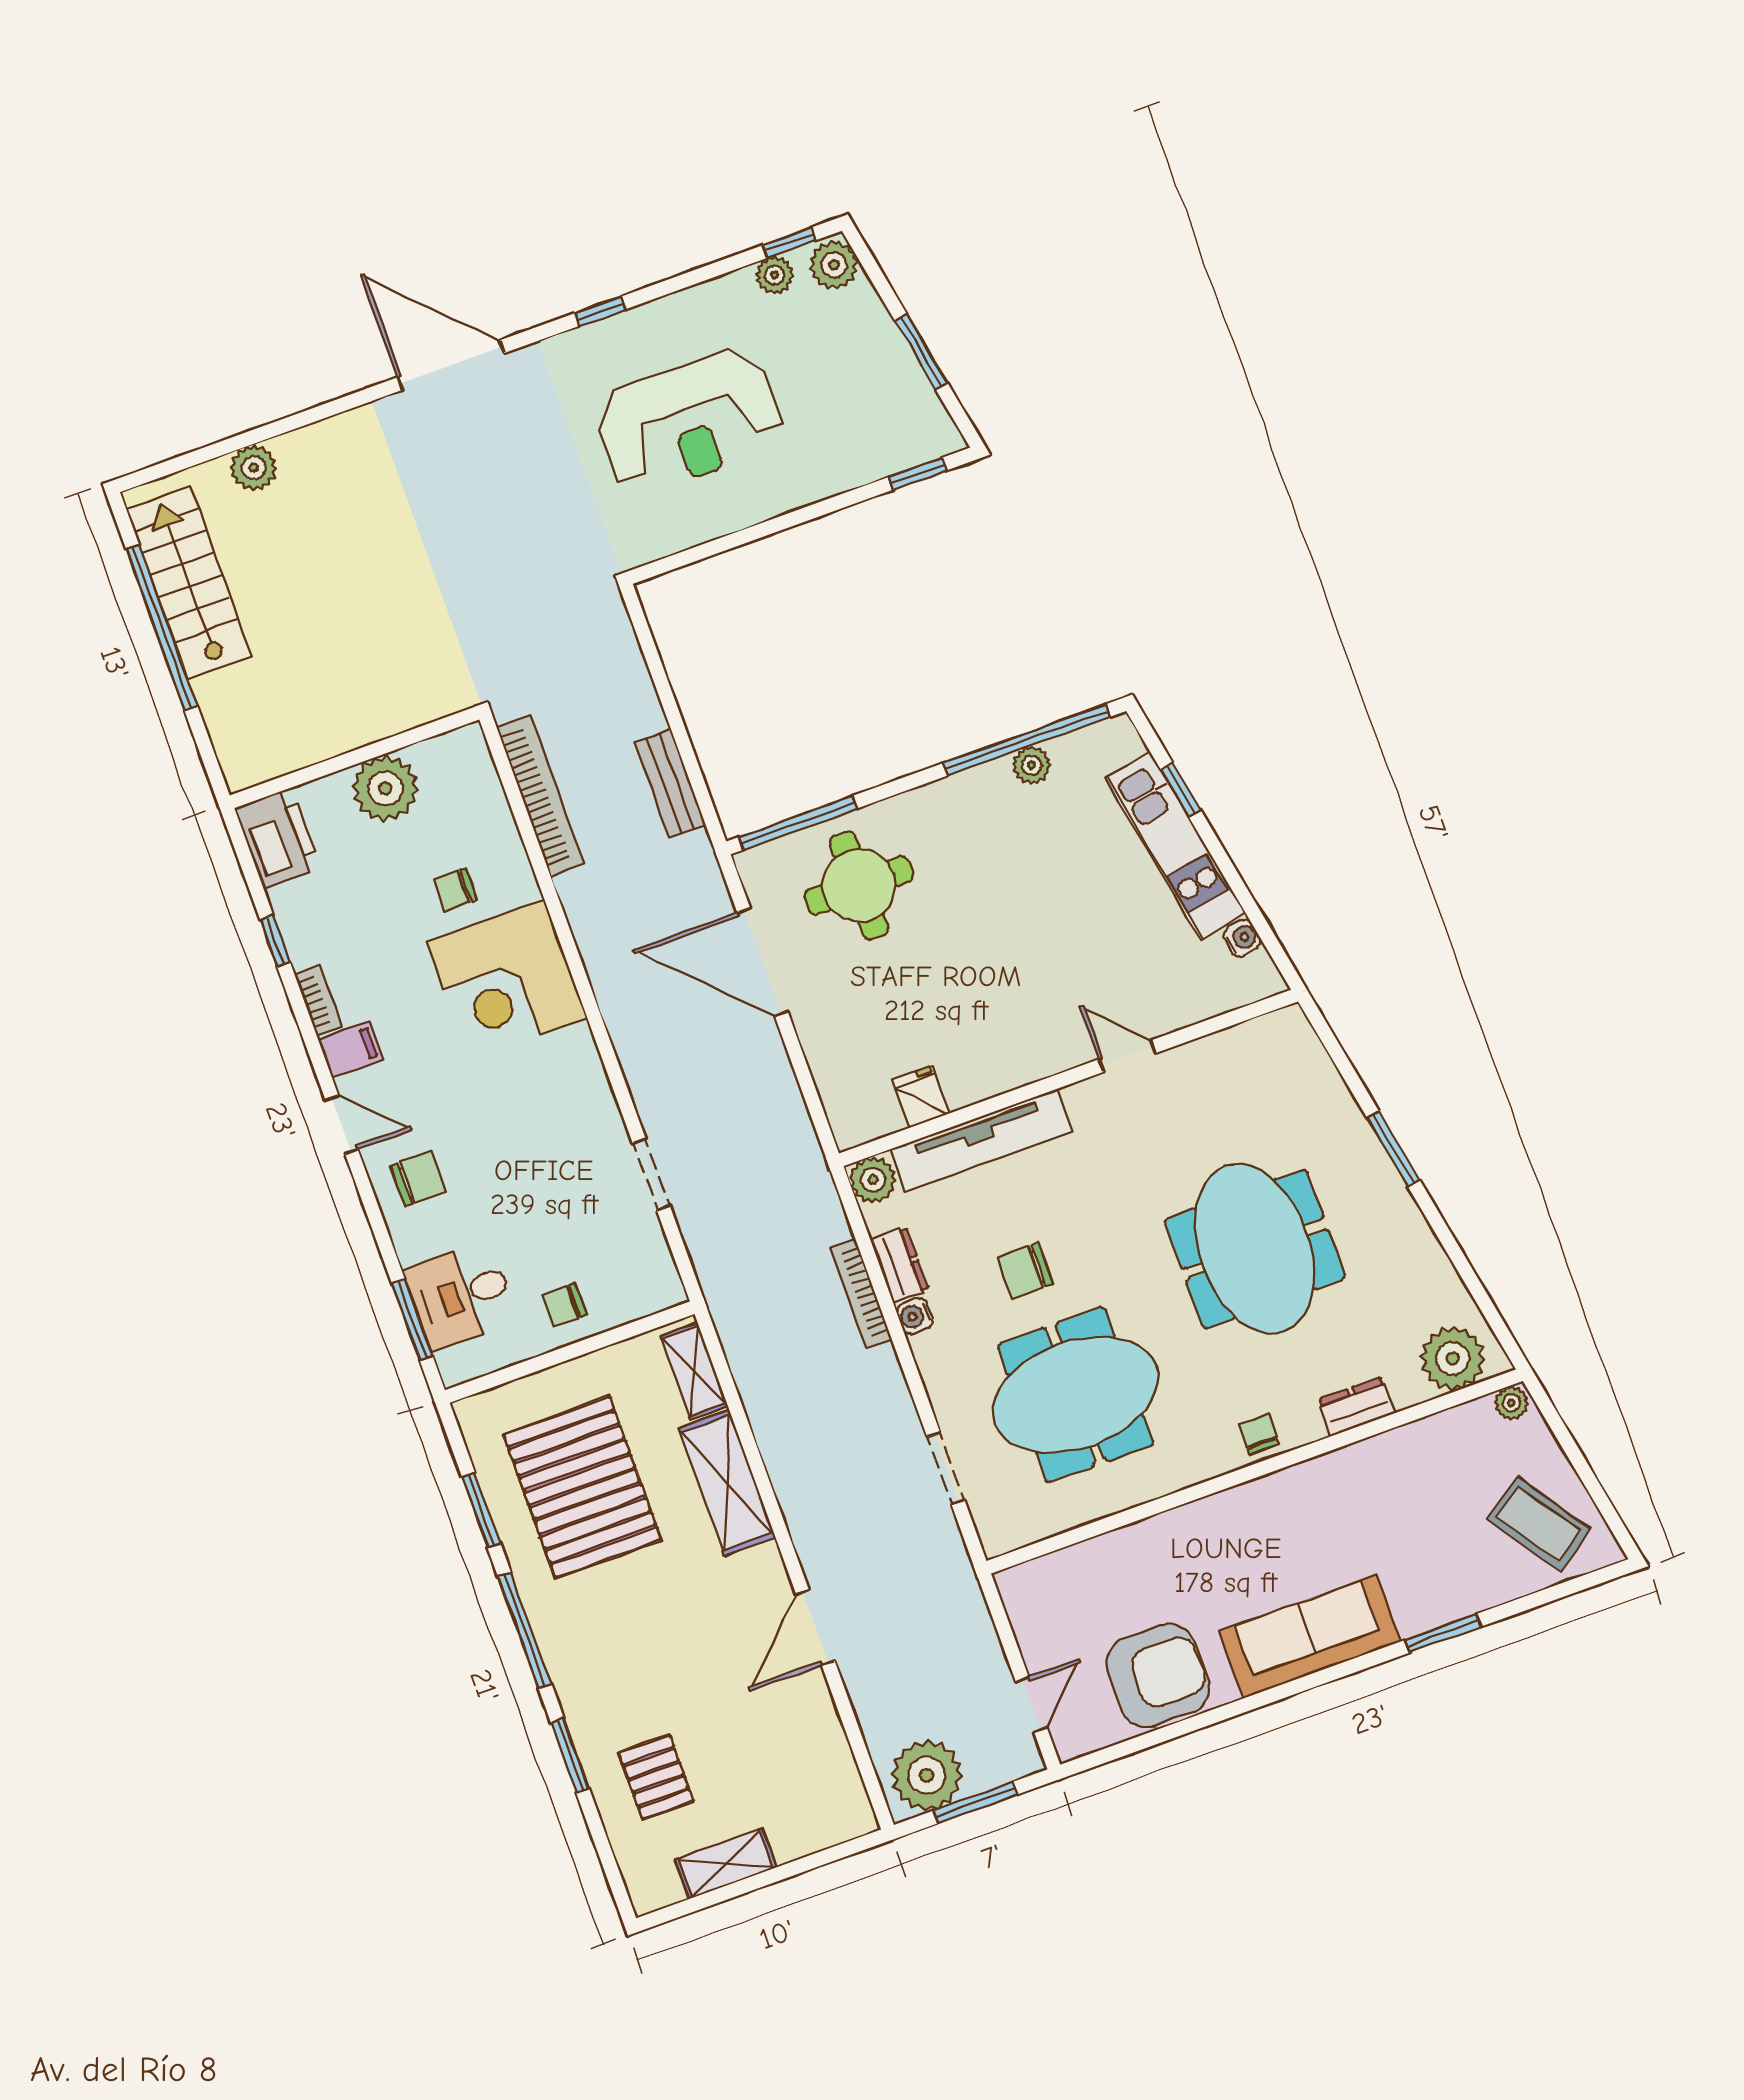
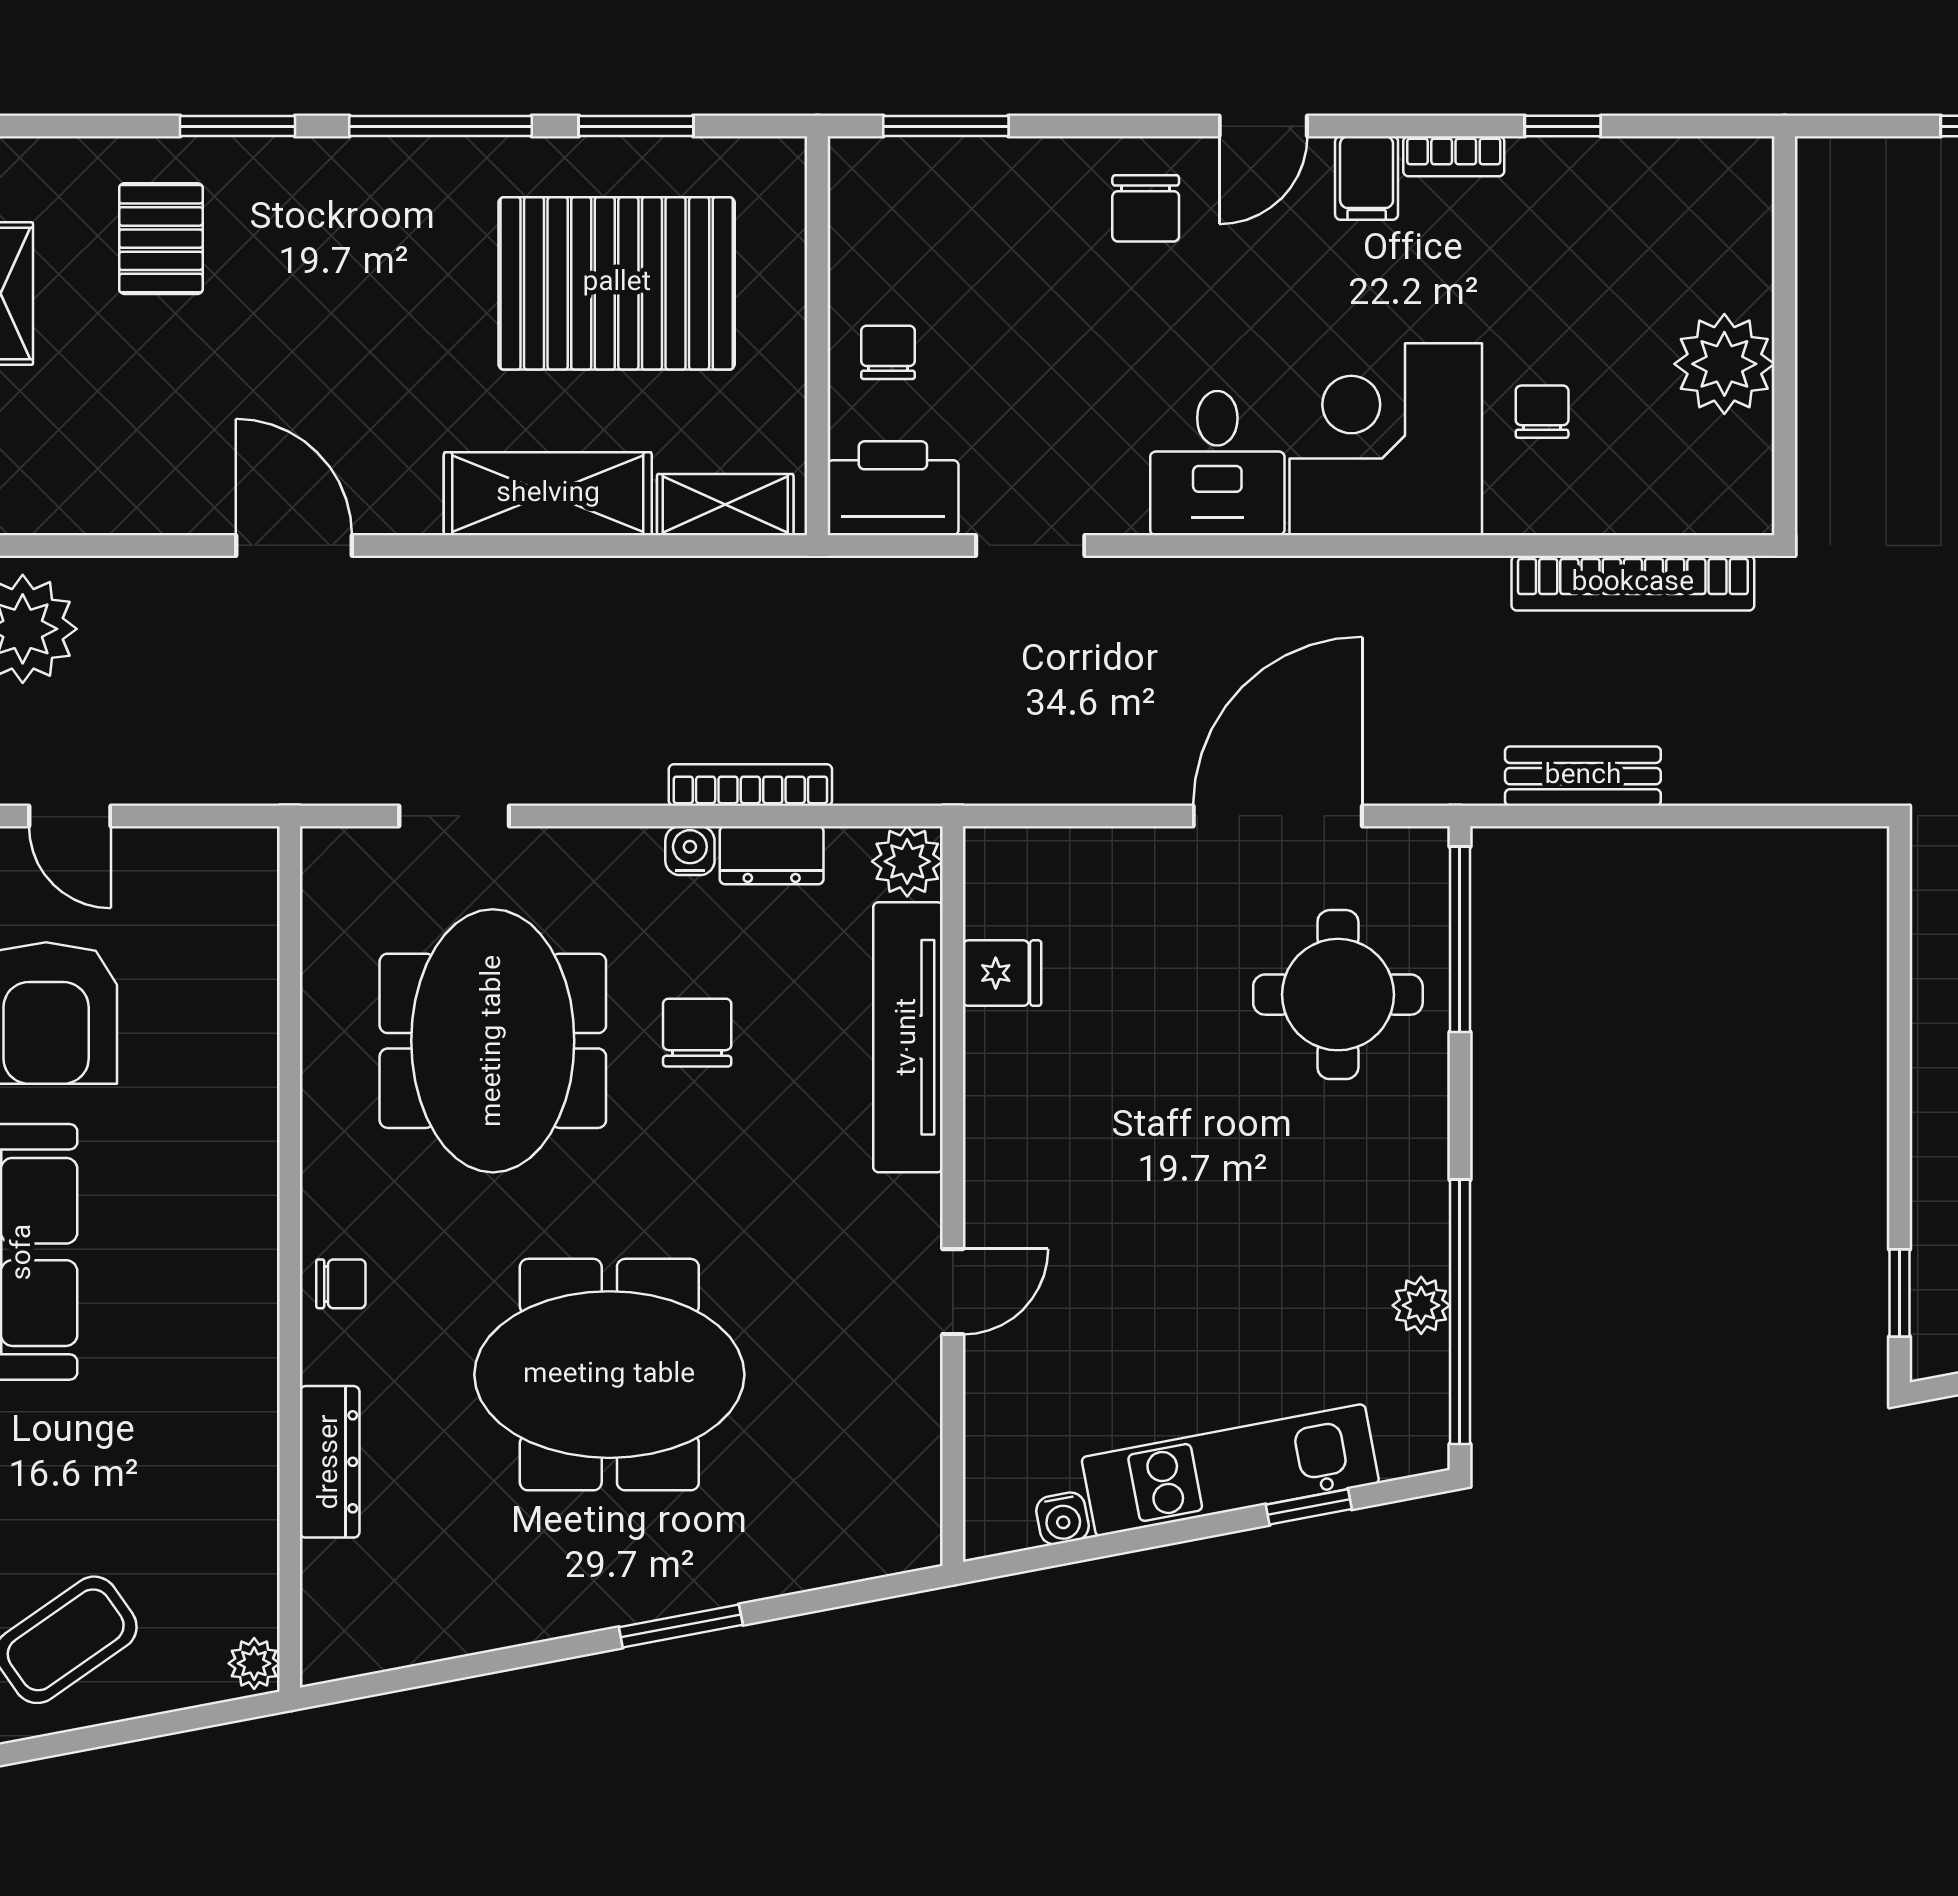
printer: (278, 838) -> (893, 488), moved, turned 180
desk: (461, 1295) -> (1217, 463), moved, turned 180
plant: (1453, 1358) -> (349, 1602), removed
dresser: (1356, 1406) -> (330, 1462), width x1.44
pallet: (656, 1777) -> (161, 239), turned 90

